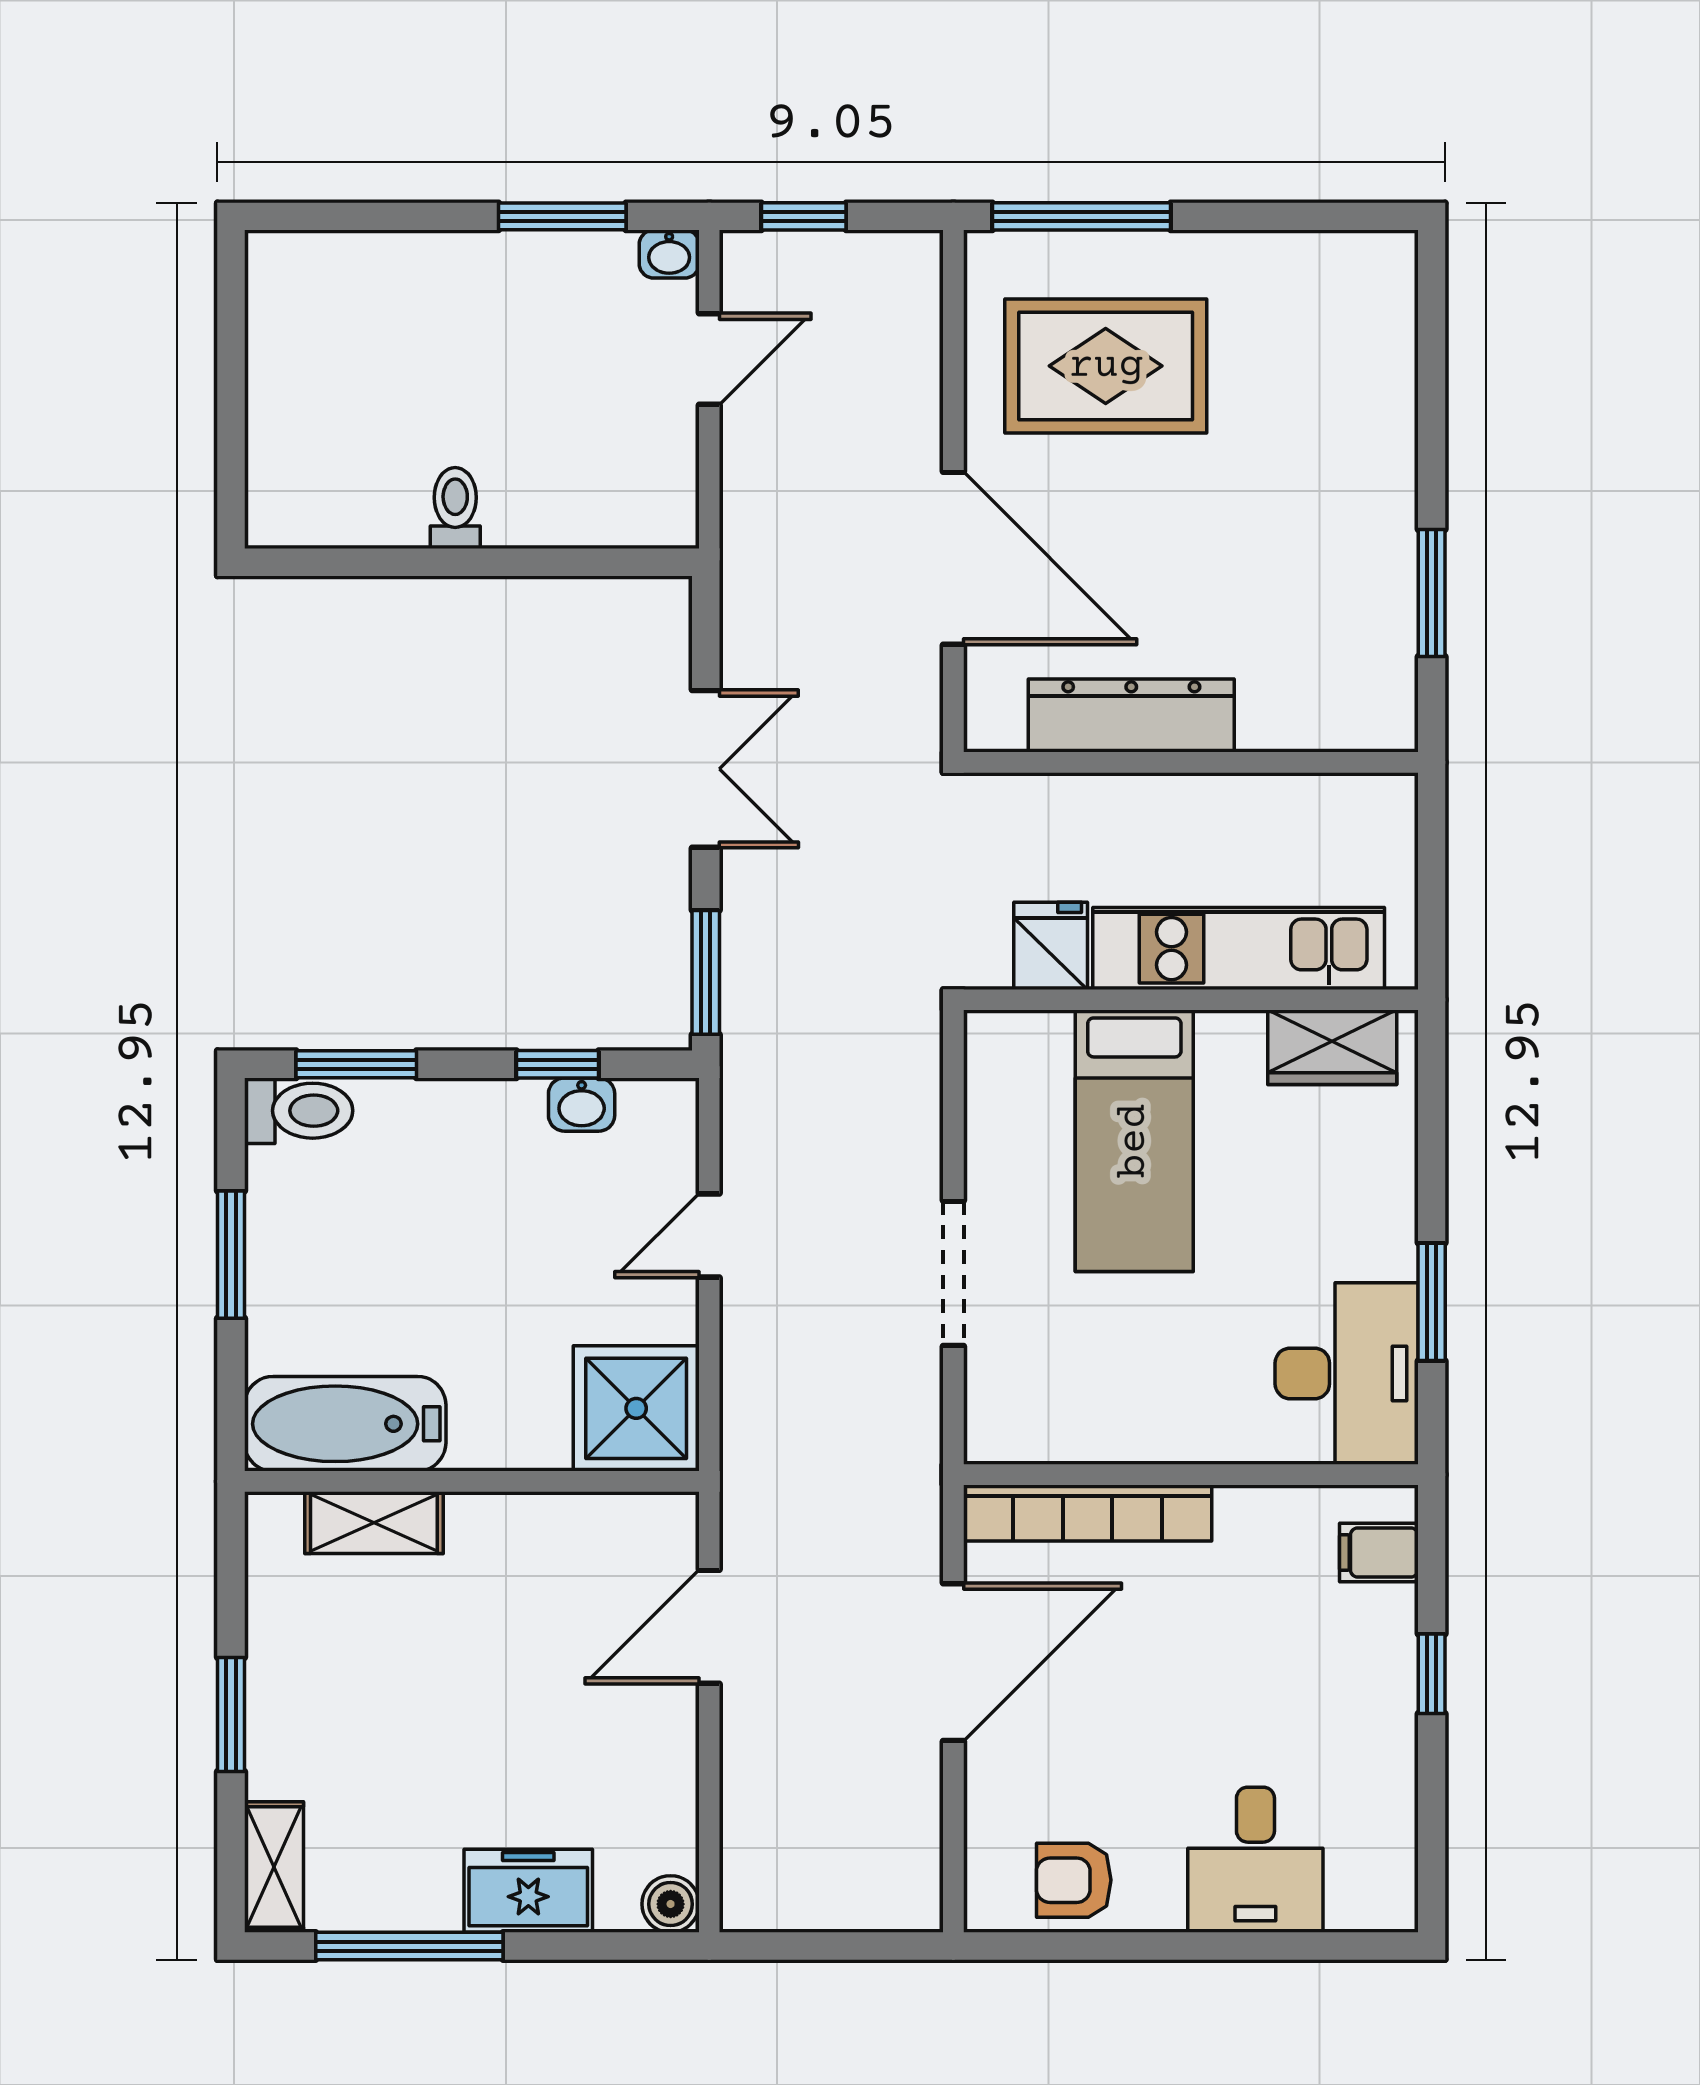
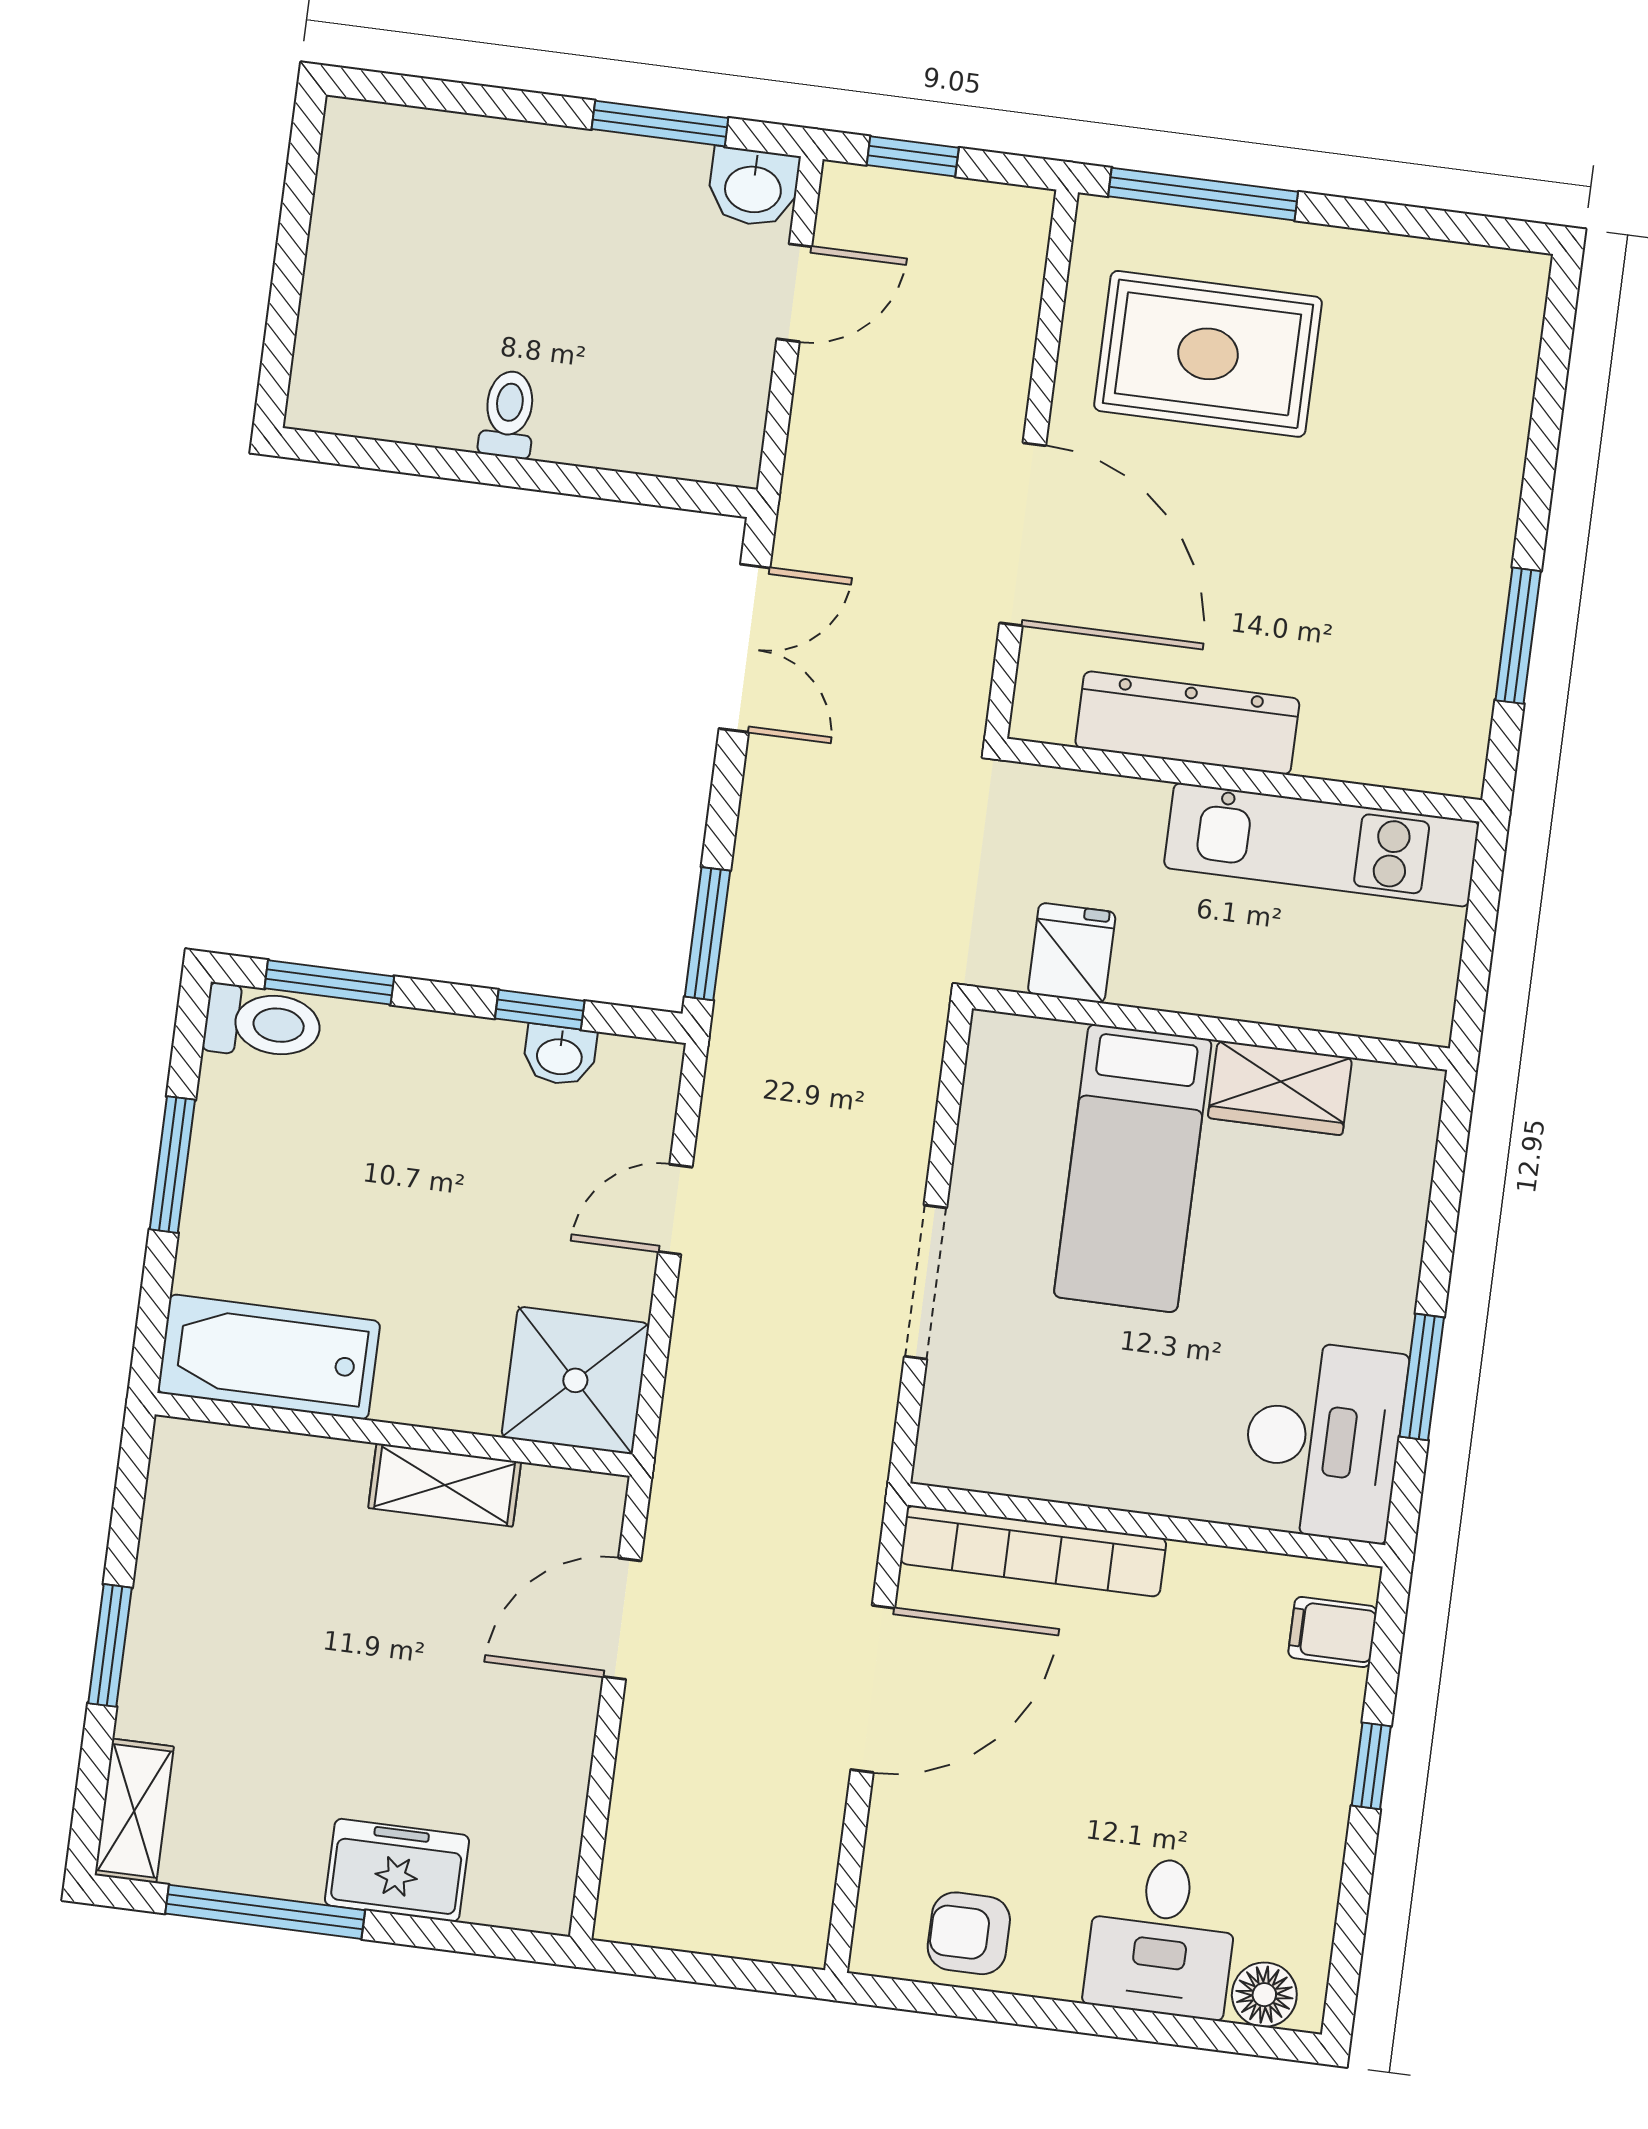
washbasin: (669, 254) -> (753, 187), width x1.38, depth x1.45
double door: (706, 769) -> (744, 648), moved
kitchen unit: (1239, 949) -> (1321, 845), moved, turned 180
wardrobe: (1332, 1047) -> (1280, 1088), moved
shelving: (374, 1523) -> (445, 1485), moved
floor lamp: (1359, 1902) -> (1264, 1995), added
boiler: (671, 1904) -> (544, 1903), removed

